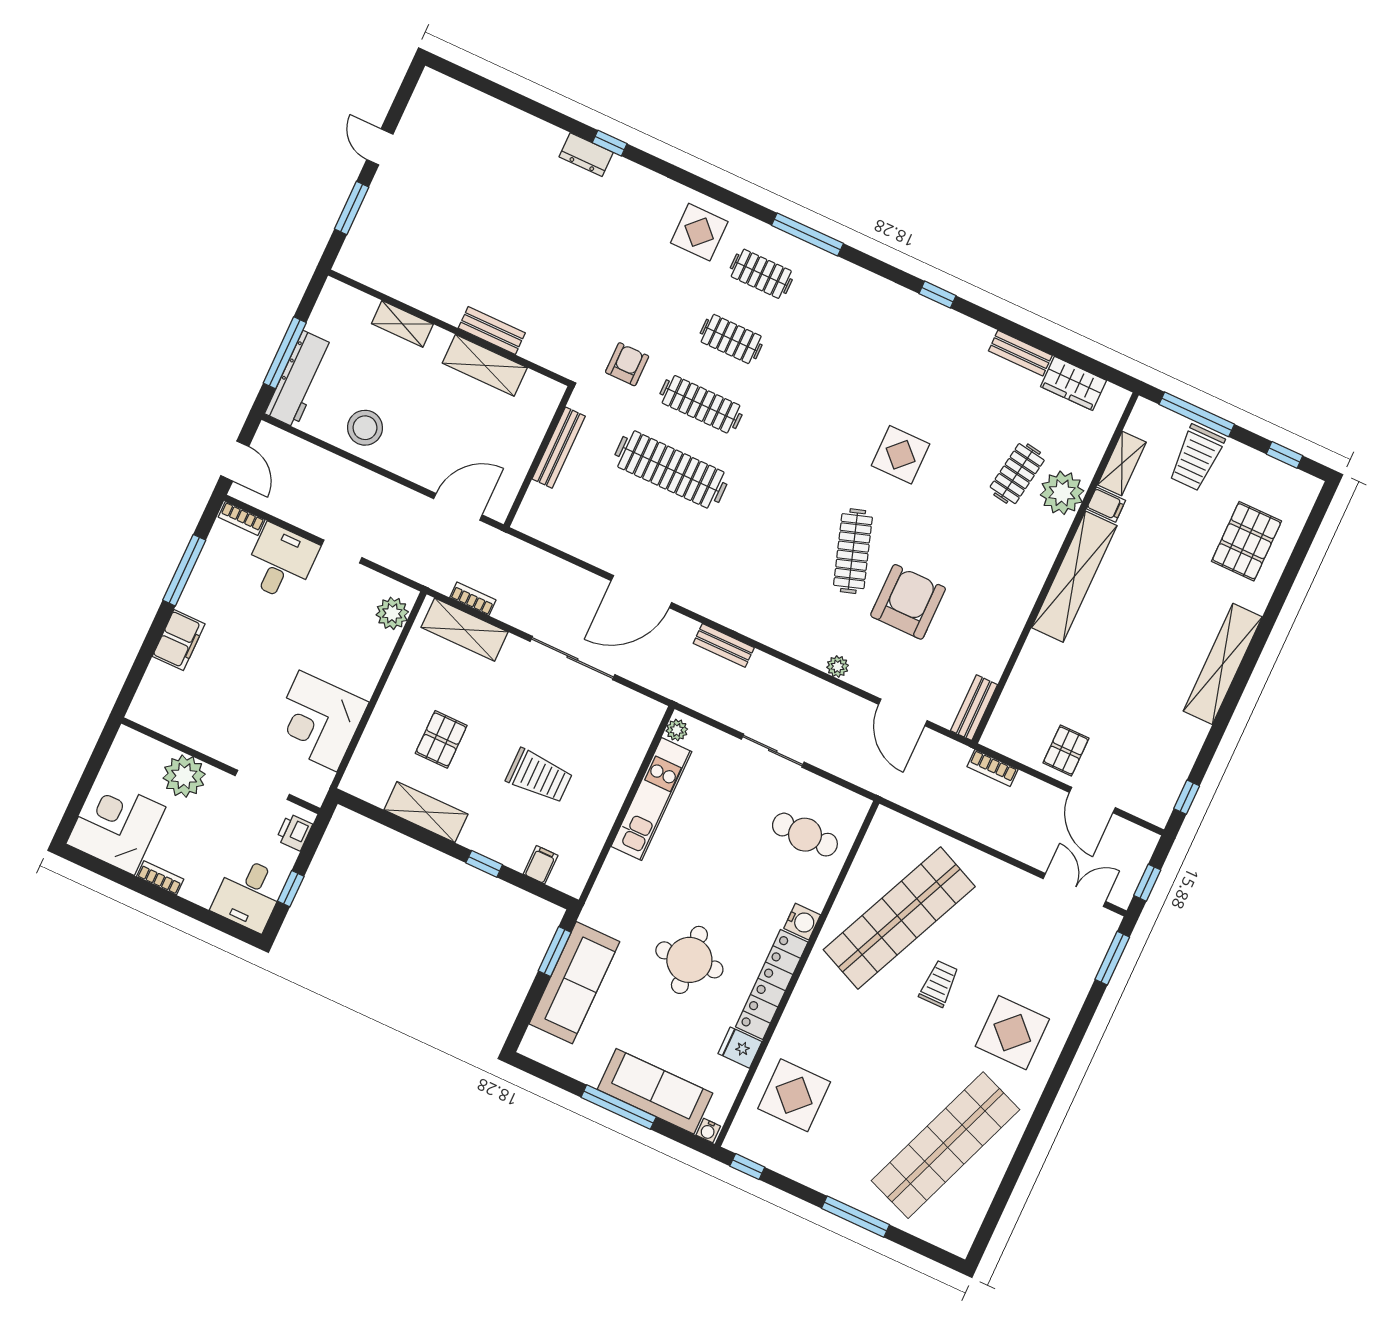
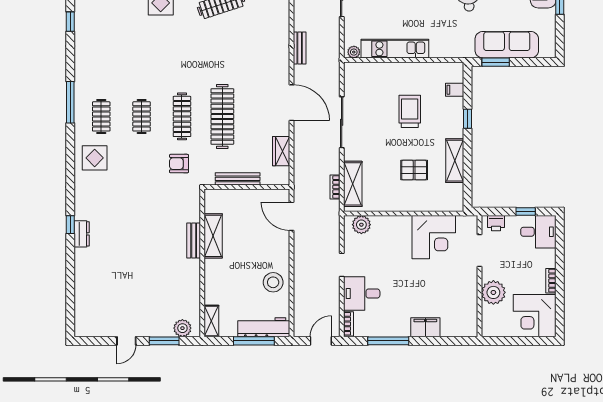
plant: (359, 247) -> (182, 328), added
shelving: (402, 324) -> (211, 321), moved
wardrobe: (571, 539) -> (281, 151), added

